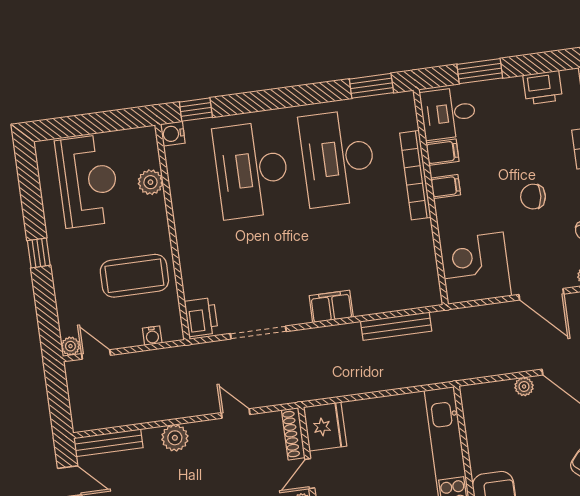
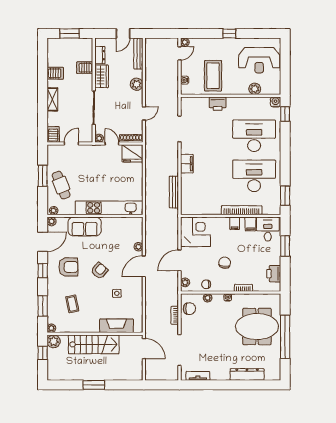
printer: (201, 317) -> (218, 104), moved

